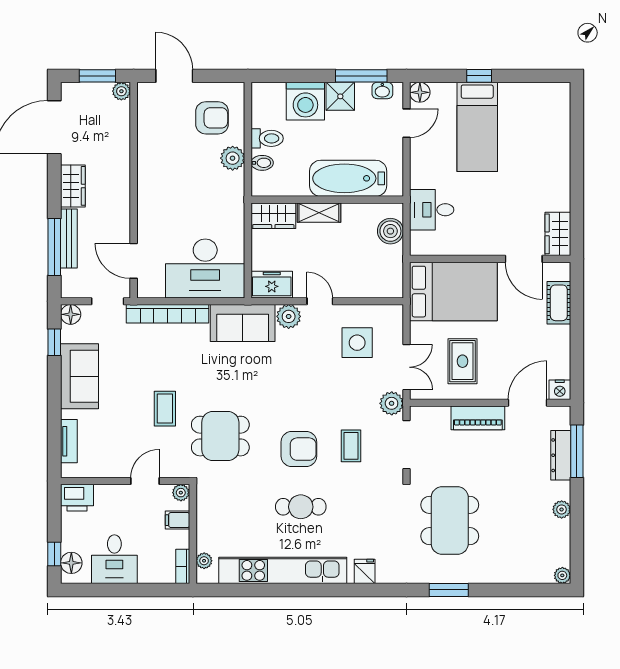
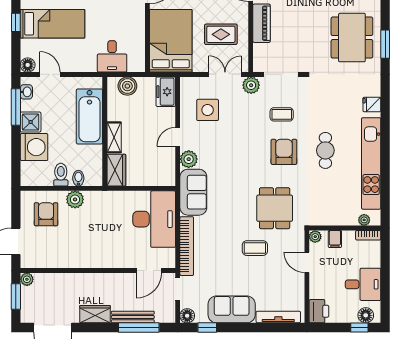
freezer: (272, 285) -> (166, 92), moved
tv unit: (69, 441) -> (278, 317), width x1.41
dining table: (450, 521) -> (352, 38), moved, turned 90

